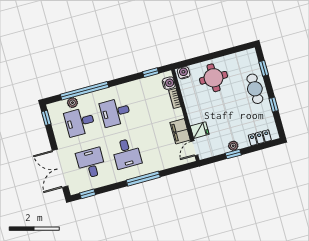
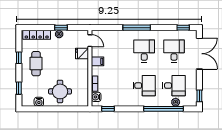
water cooler: (184, 73) -> (39, 102), moved
cafe table: (255, 89) -> (36, 64), moved
filing cabinet: (180, 131) -> (98, 61), width x0.50
locker: (260, 138) -> (37, 35), width x1.53
door: (194, 148) -> (90, 41), hinge flipped
desk: (91, 163) -> (174, 51), turned 180

